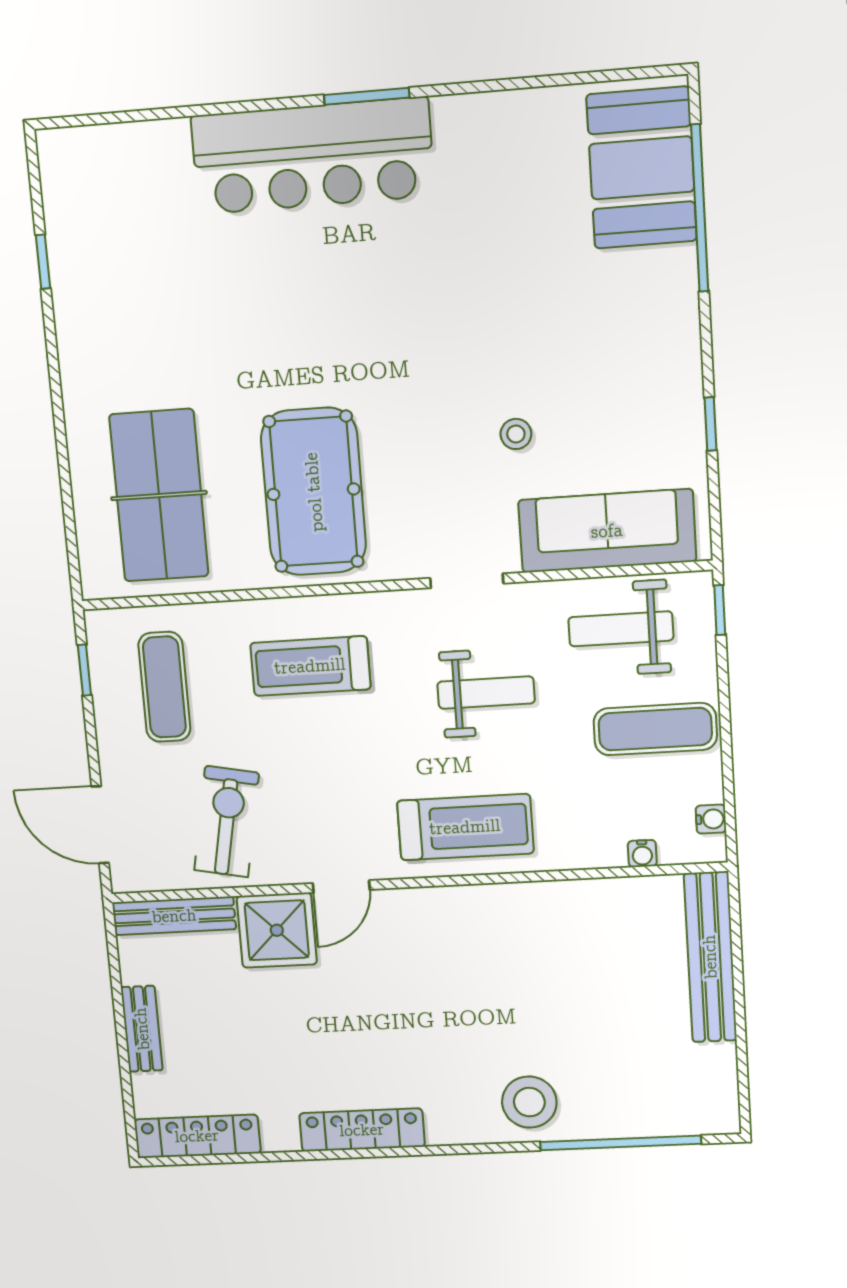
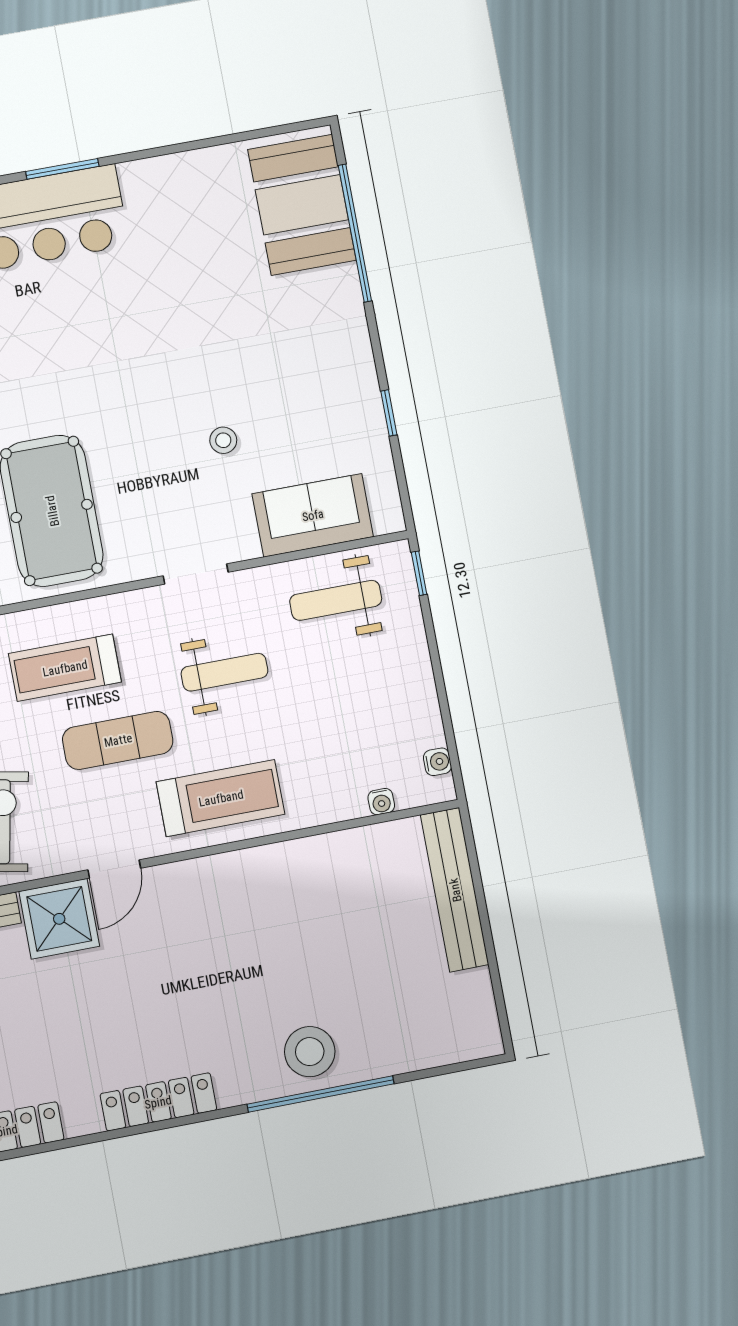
sofa: (607, 531) -> (313, 515), width x0.73
exercise mat: (655, 729) -> (118, 740), moved
window: (620, 1143) -> (321, 1094), moved

